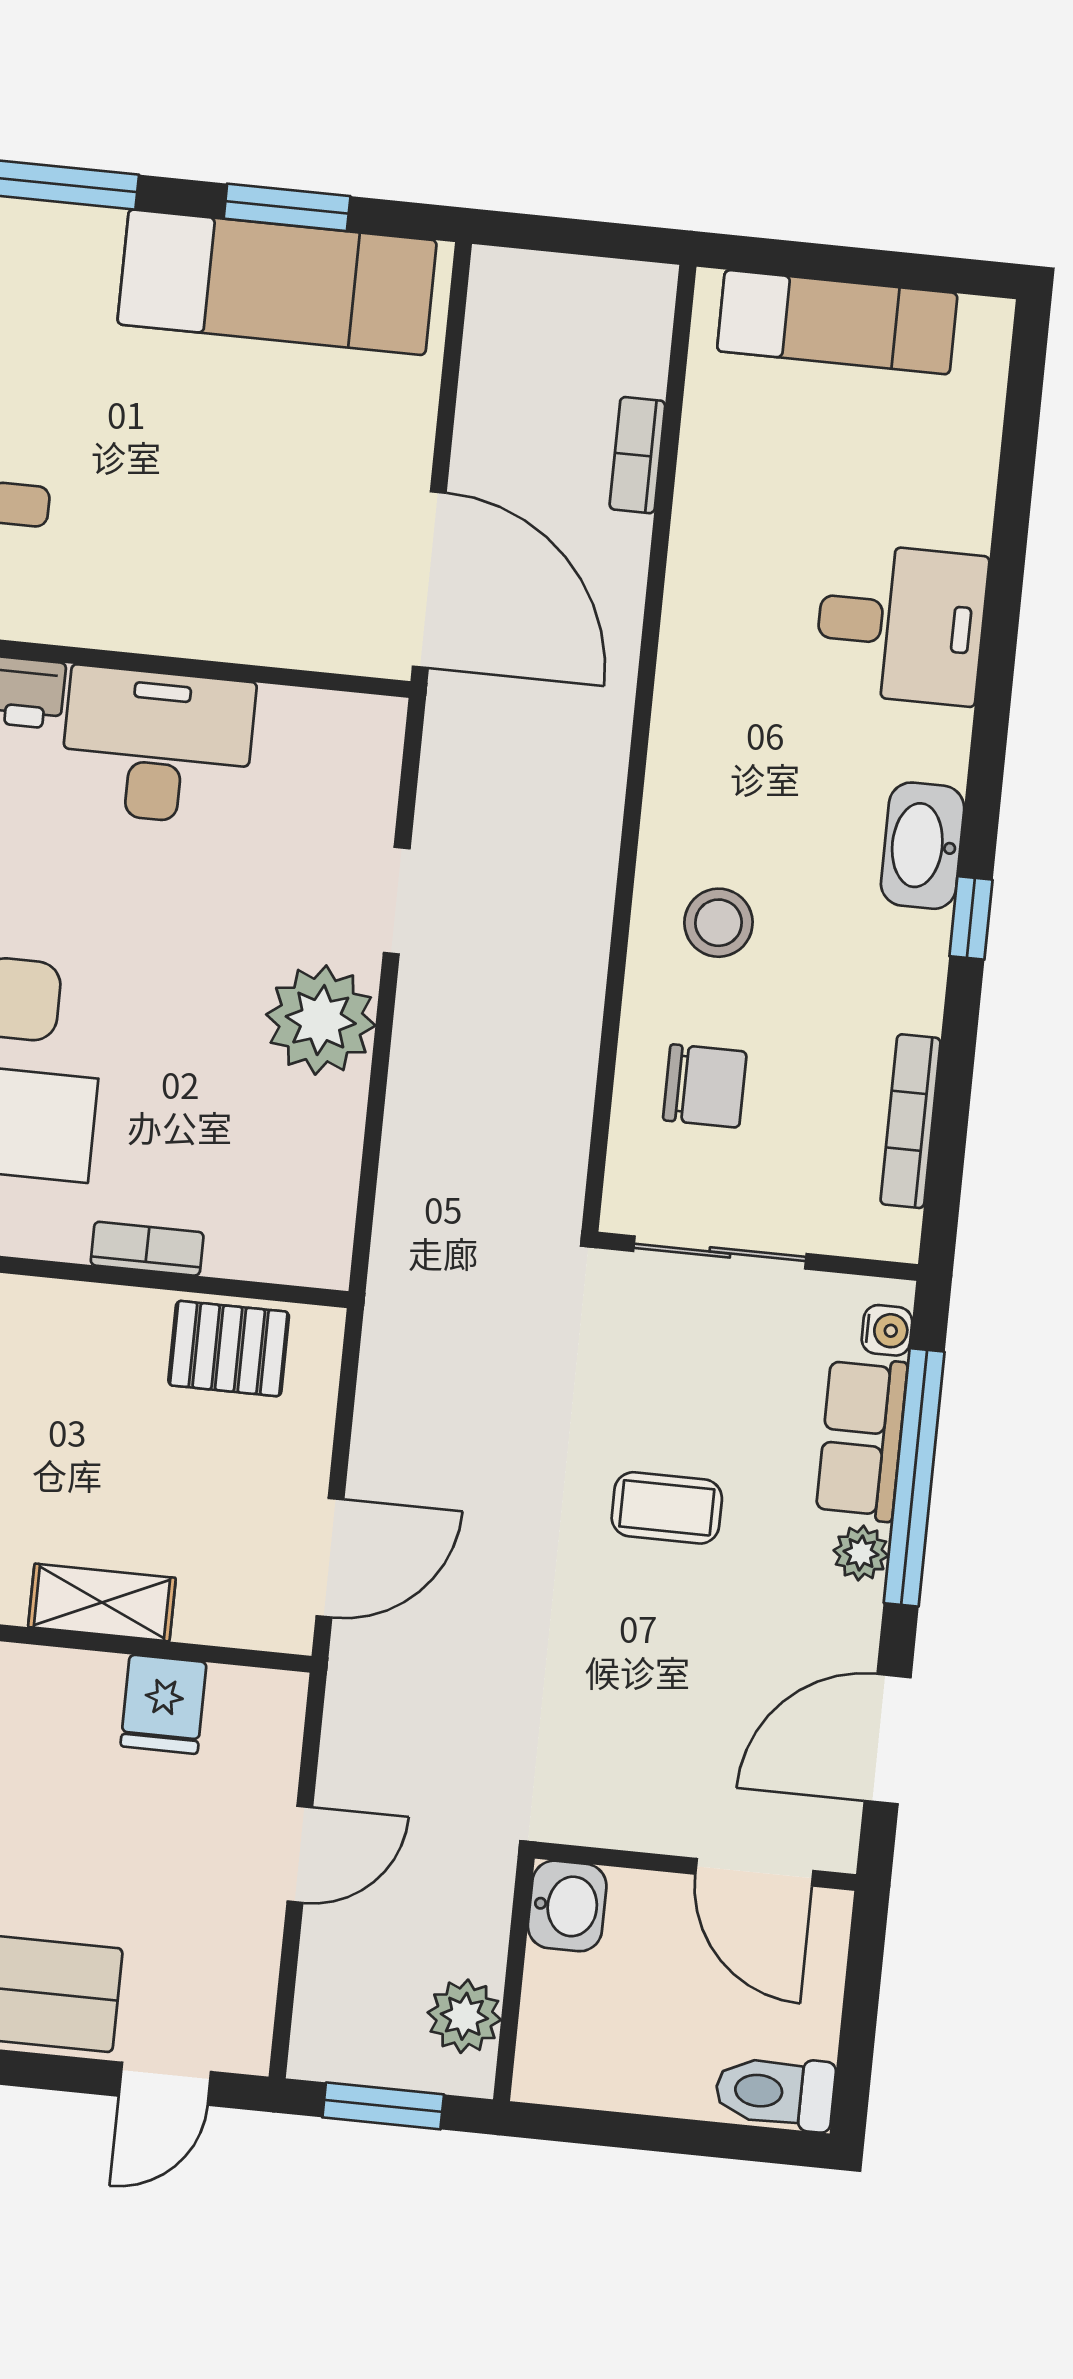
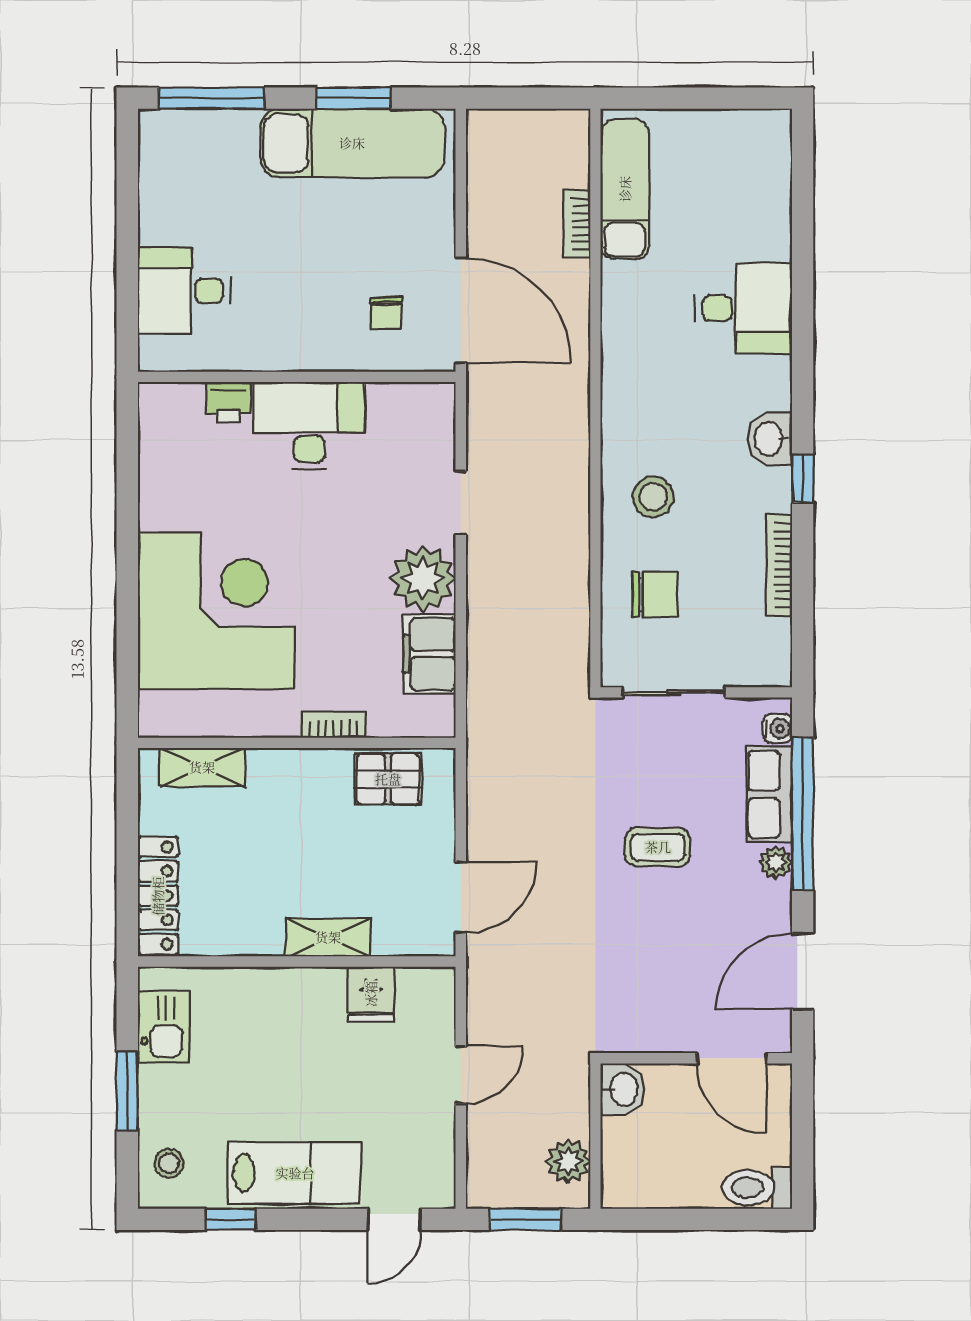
exam couch: (837, 322) -> (625, 189), moved, turned -90
chair: (304, 571) -> (386, 313), added
washbasin: (923, 846) -> (770, 439), width x0.72
bookcase: (911, 1121) -> (779, 565), moved
filing cabinet: (319, 1147) -> (429, 654), added

